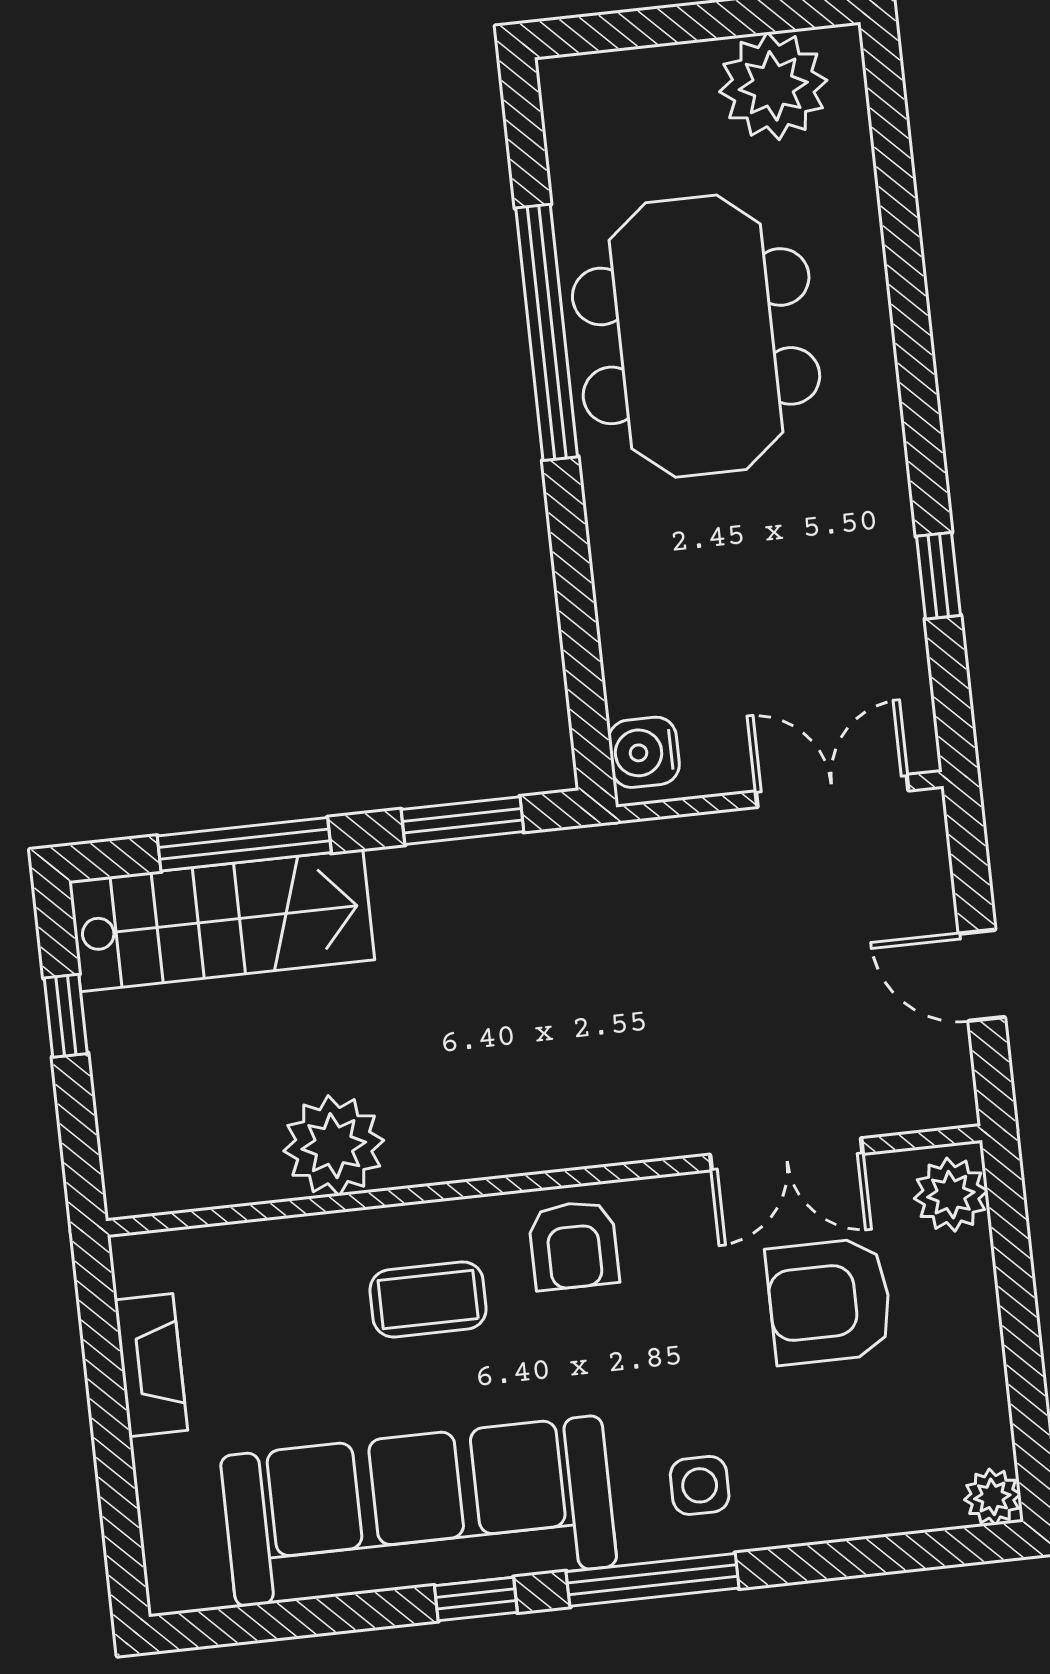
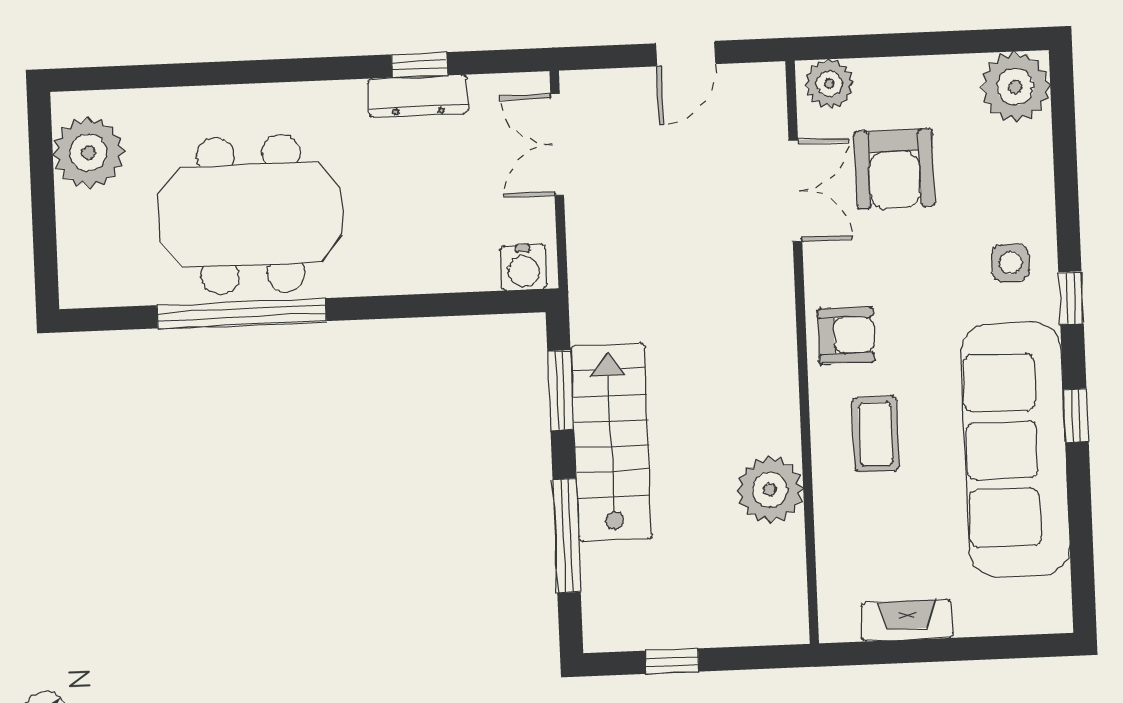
dresser: (891, 576) -> (418, 96), added
stairs: (222, 920) -> (611, 442), moved
plant: (992, 1497) -> (1015, 87), width x1.88, depth x1.88
window: (653, 1580) -> (1071, 298), width x0.46

